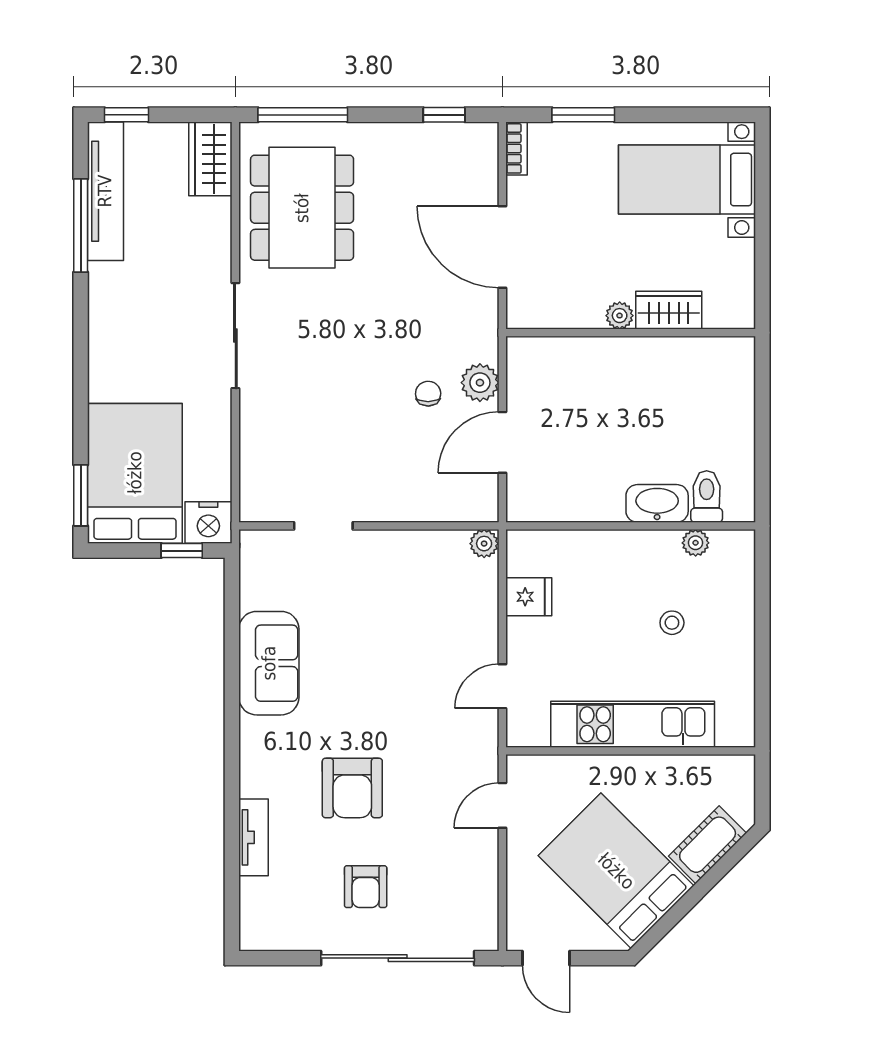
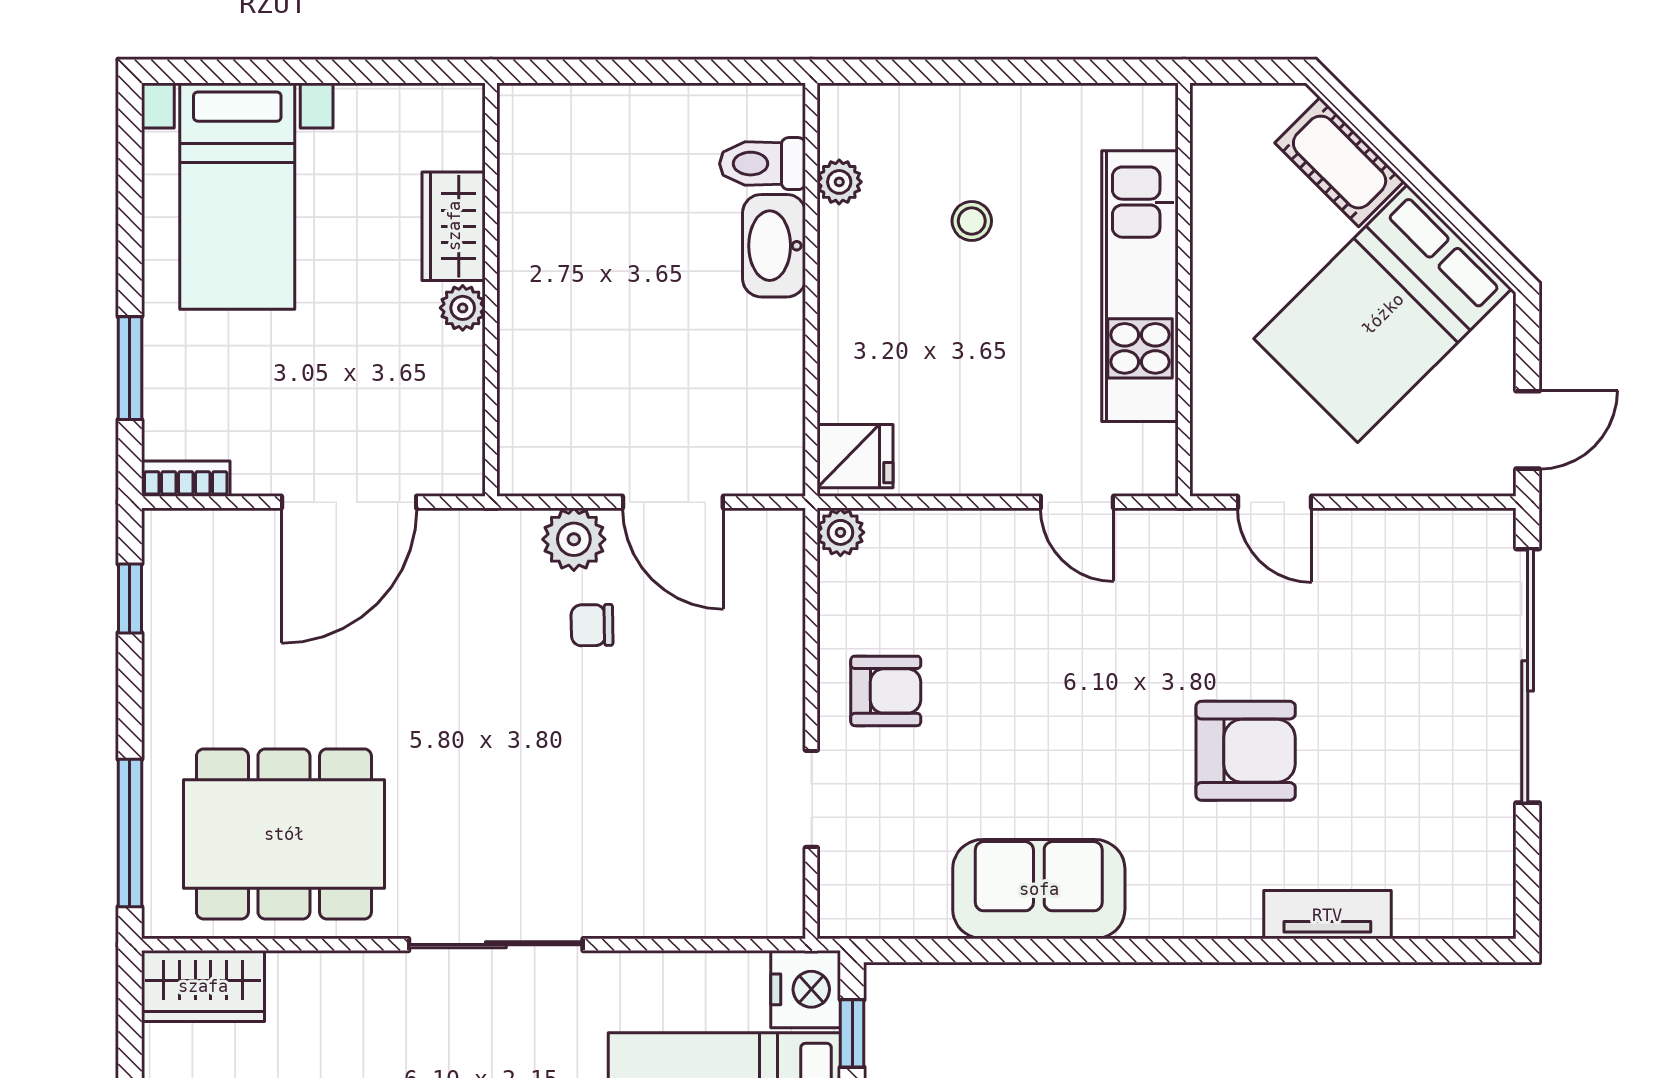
fridge: (529, 597) -> (855, 456), moved, turned 90
armchair: (366, 887) -> (886, 691), moved

